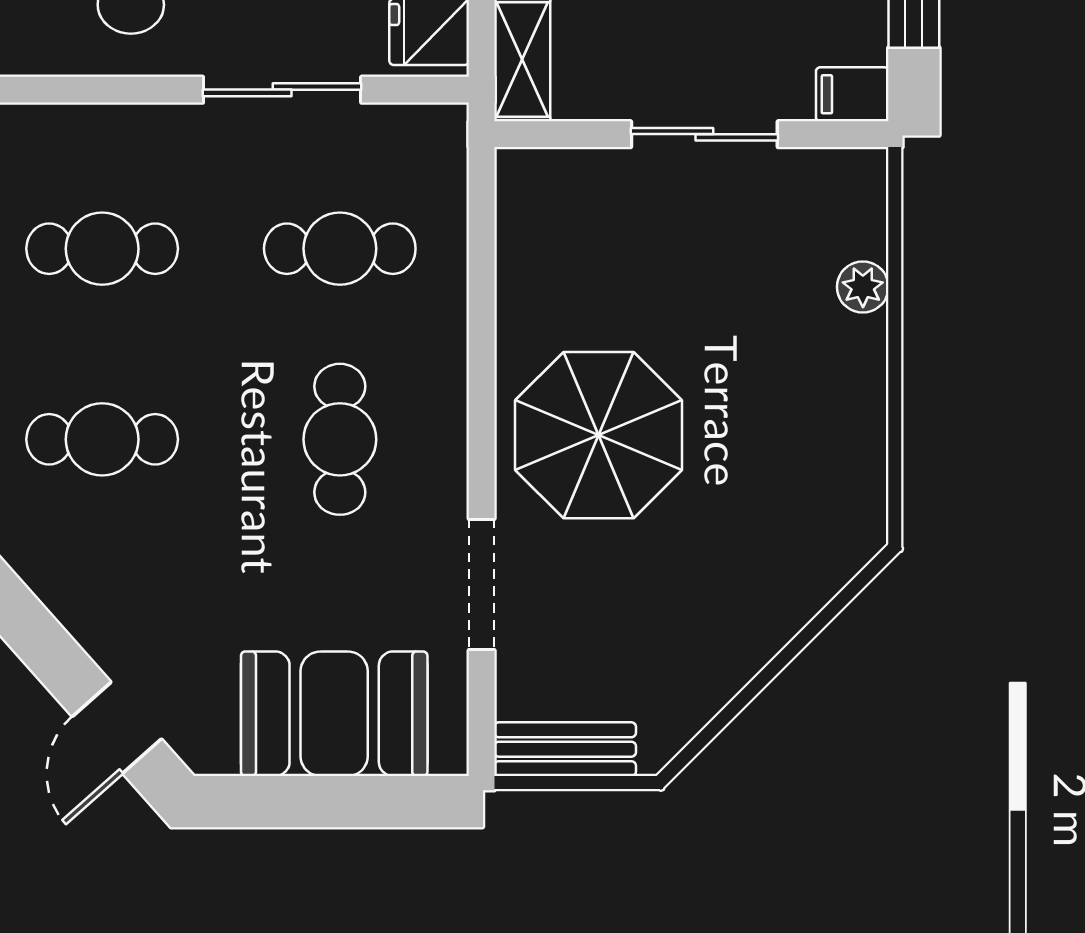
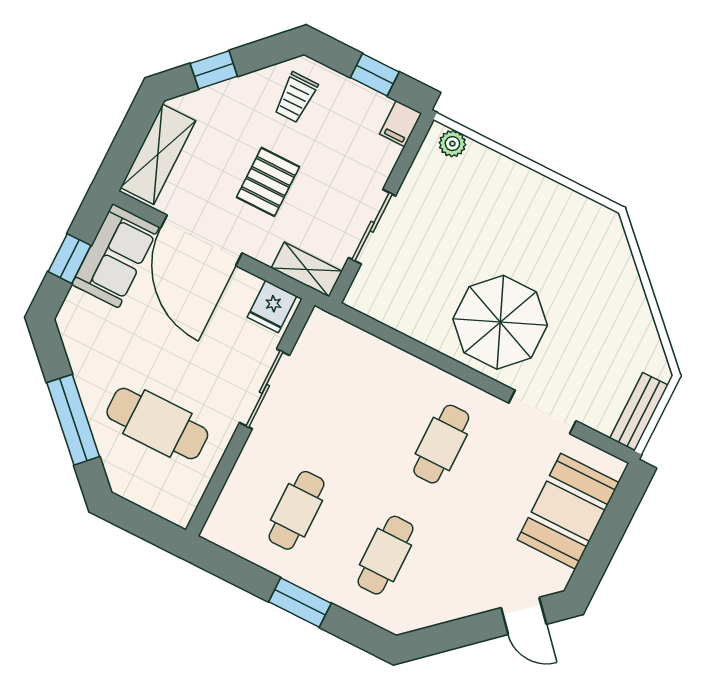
sliding door: (704, 134) -> (372, 227), moved
cafe table: (340, 249) -> (352, 399), removed
plant: (863, 287) -> (452, 144), moved
cafe table: (340, 439) -> (441, 444), turned 90

